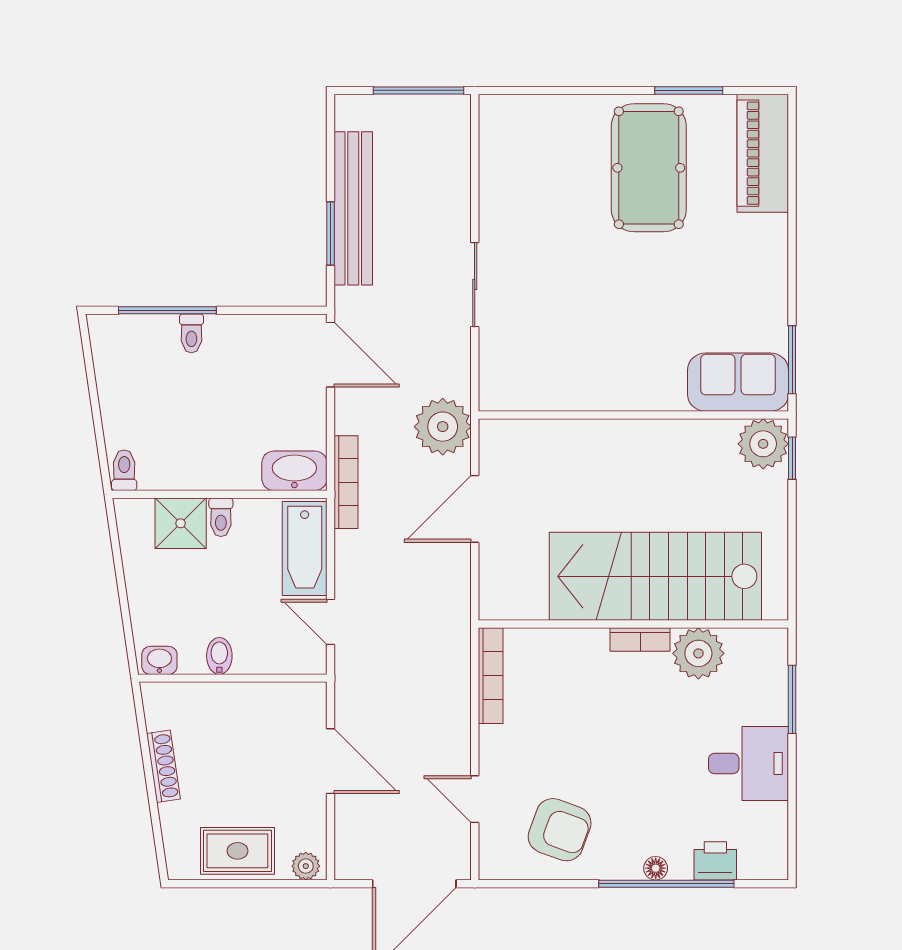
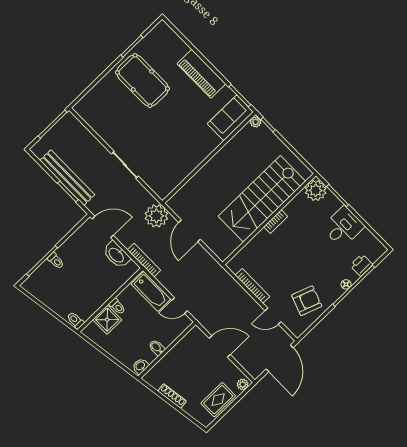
piano: (763, 153) -> (201, 74), moved
plant: (763, 444) -> (256, 122), width x0.53, depth x0.53
washbasin: (294, 471) -> (116, 255), moved, turned -90
plant: (698, 653) -> (316, 190), moved
bookcase: (491, 676) -> (252, 286), moved

